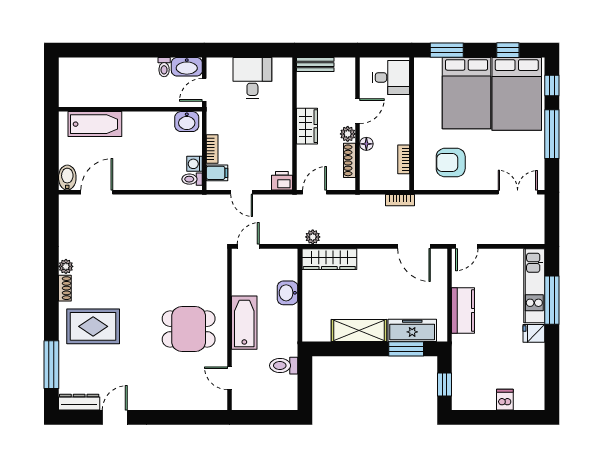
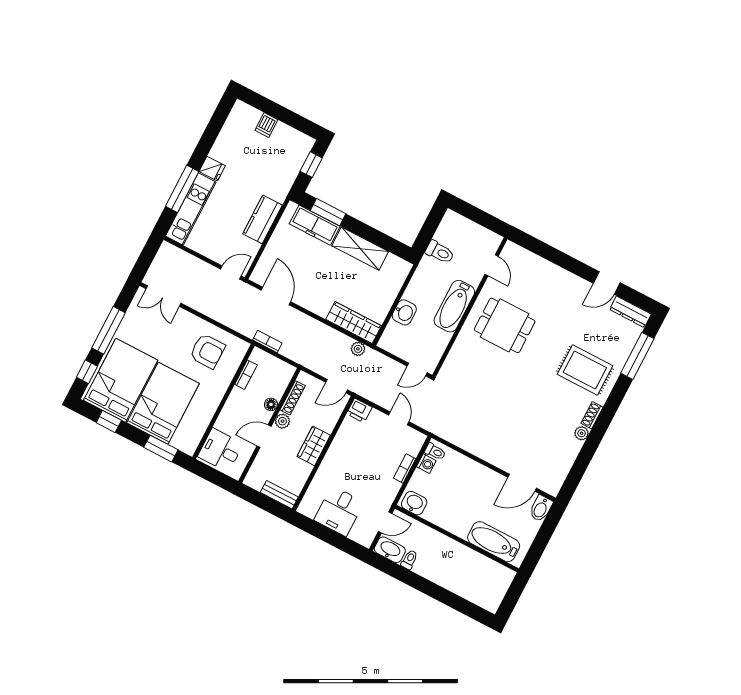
filing cabinet: (217, 173) -> (411, 446), removed

